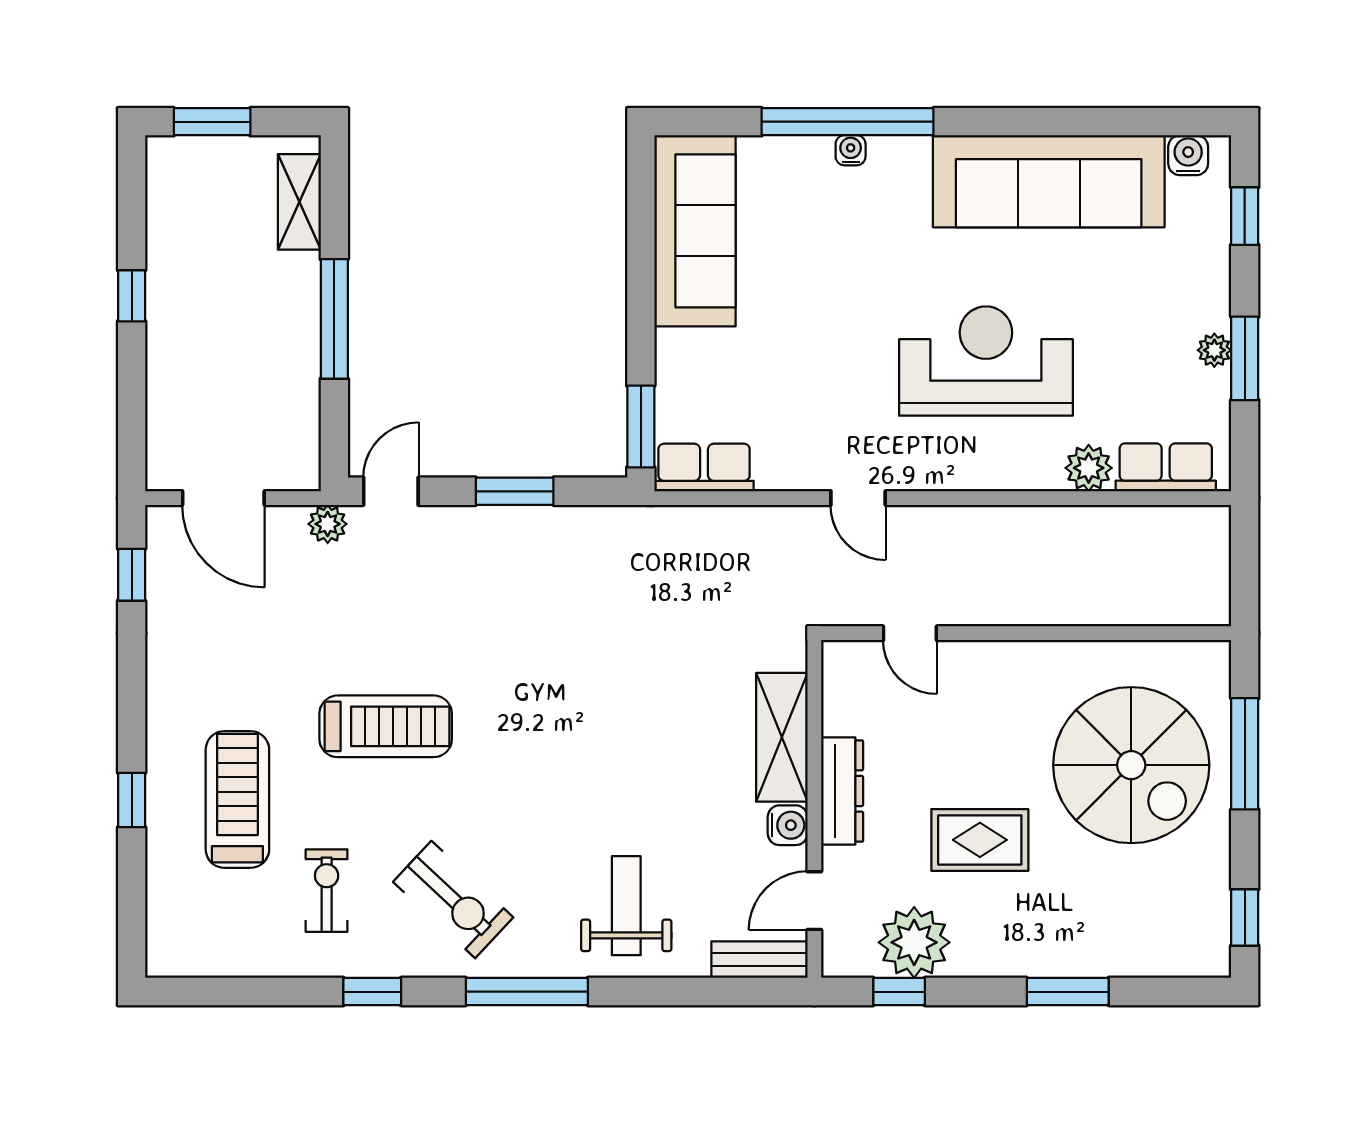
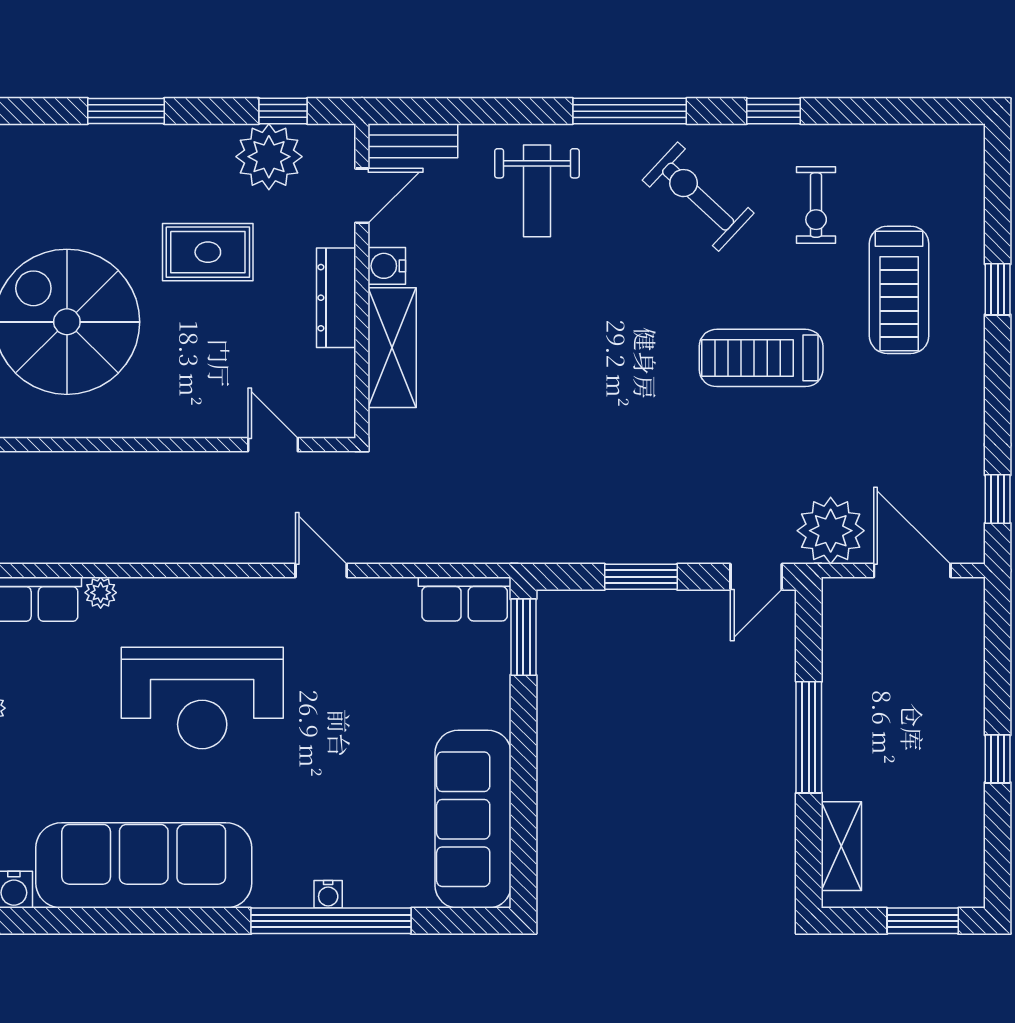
plant: (1089, 468) -> (101, 593), width x0.73, depth x0.73
plant: (328, 524) -> (831, 531), width x1.88, depth x1.88

